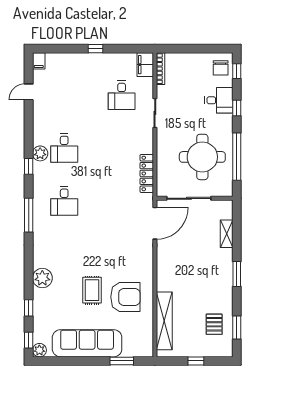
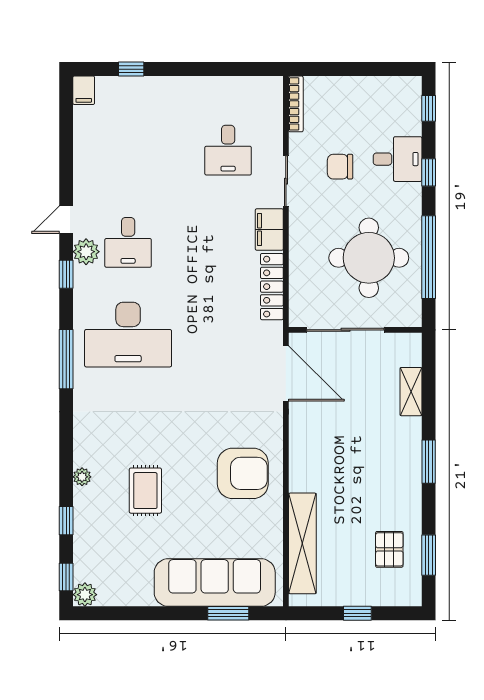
window: (95, 49) -> (131, 69), moved
filing cabinet: (145, 65) -> (269, 230), moved
chair: (221, 68) -> (340, 167), moved, turned 90
door: (29, 92) -> (66, 220), moved
desk: (64, 201) -> (128, 335), width x1.87, depth x1.30
door: (155, 223) -> (286, 374), hinge flipped
plant: (42, 278) -> (82, 477), width x0.53, depth x0.53
rug: (92, 290) -> (145, 491), moved
armchair: (125, 297) -> (243, 473), moved
sofa: (87, 343) -> (215, 583), moved

